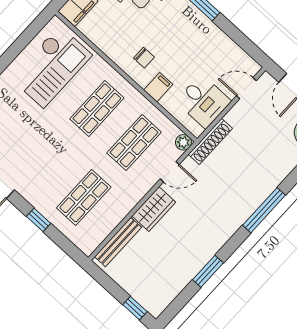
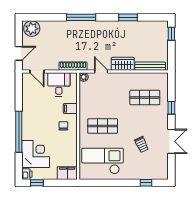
trolley: (26, 137) -> (142, 144), added
shop shelf: (134, 143) -> (103, 97), removed

